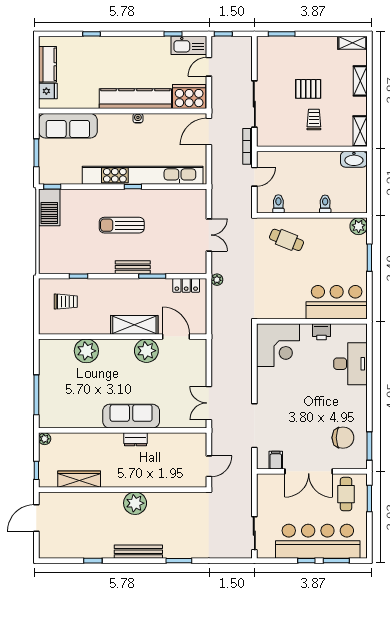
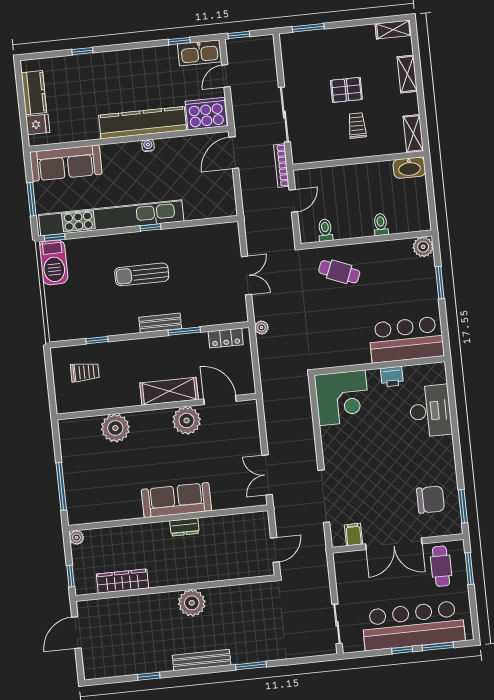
kitchen unit: (143, 175) -> (111, 218), moved

